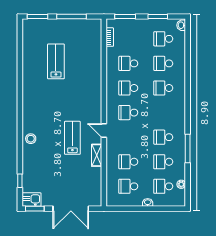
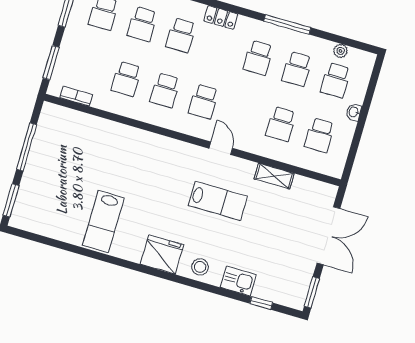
lab bench: (56, 61) -> (103, 222), moved, turned -90
locker: (180, 108) -> (221, 17), added
fridge: (32, 114) -> (162, 254), added
door: (104, 131) -> (221, 148), swing flipped
lab bench: (72, 138) -> (218, 201), turned 180
shelving: (97, 155) -> (274, 176), moved
kitchen sink: (32, 200) -> (238, 281), moved, turned 90

